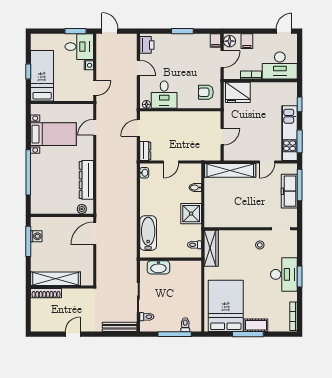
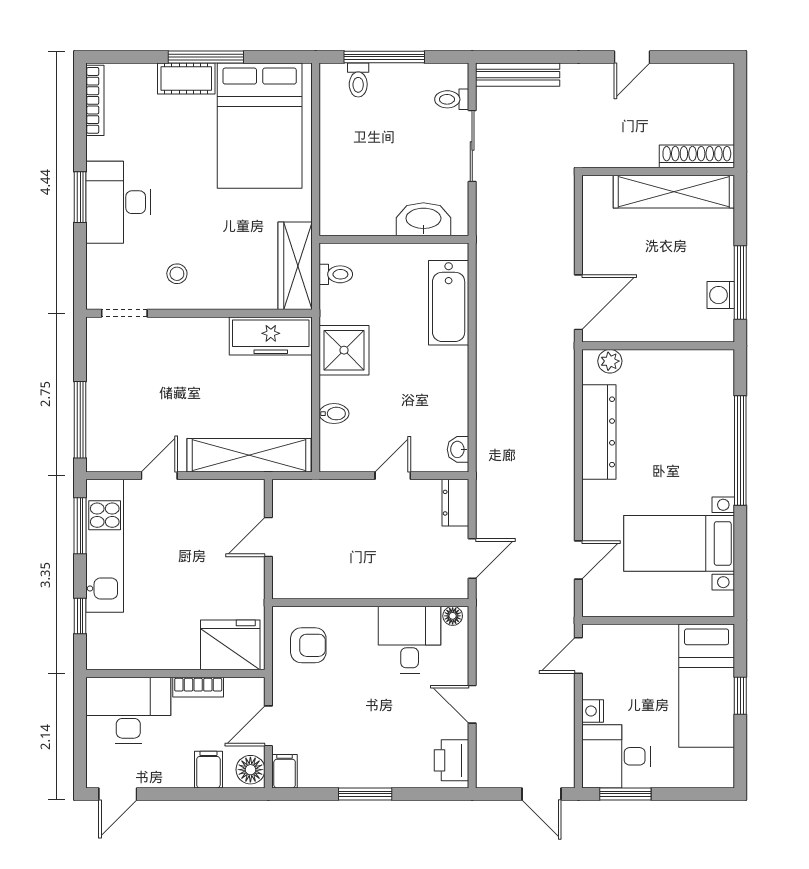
freezer: (289, 191) -> (271, 336), moved, turned 90

